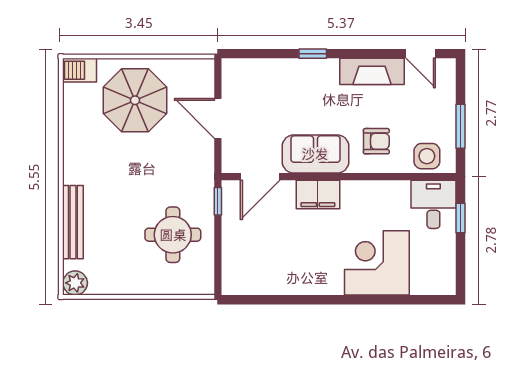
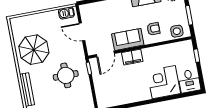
barbecue: (80, 70) -> (66, 13), moved
parasol: (135, 100) -> (34, 50), moved
desk: (433, 204) -> (189, 81), moved, turned 180
round table: (173, 235) -> (66, 75), moved

